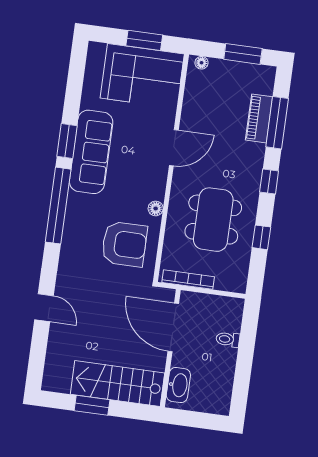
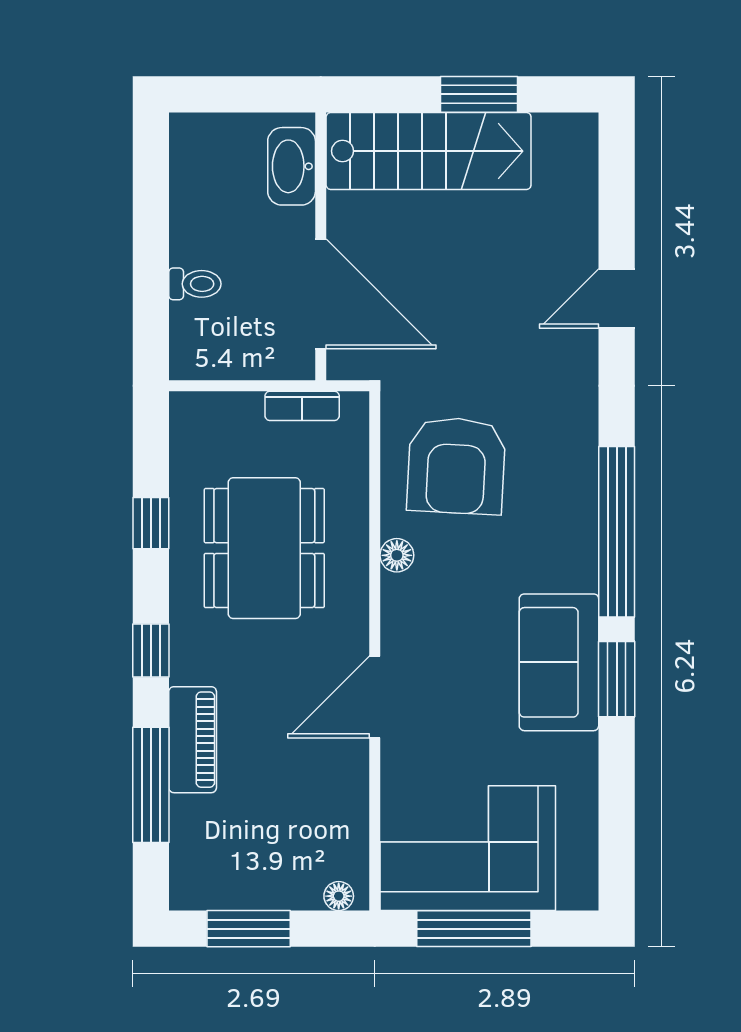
window: (144, 40) -> (474, 929), width x1.44
piano: (259, 118) -> (193, 740), moved
sofa: (91, 152) -> (559, 662), width x0.73
armchair: (124, 244) -> (456, 466), turned -87
bookcase: (188, 280) -> (302, 406), width x0.64
door: (44, 308) -> (617, 299), hinge flipped

